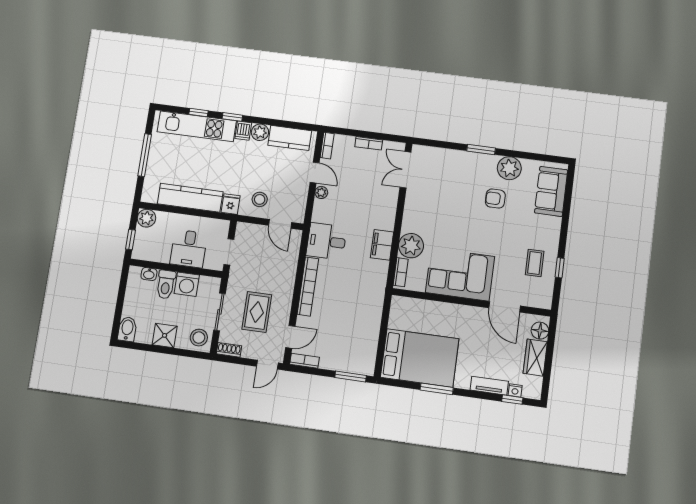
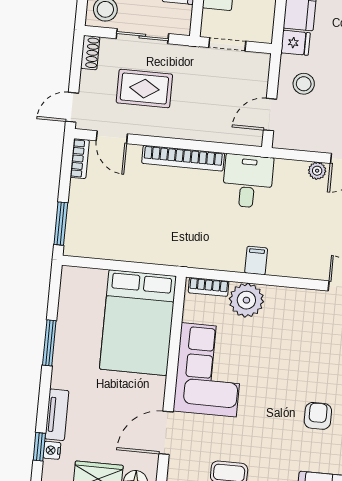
filing cabinet: (382, 245) -> (256, 261), width x0.50
bed: (420, 358) -> (138, 323), moved
door: (267, 365) -> (72, 107), hinge flipped

